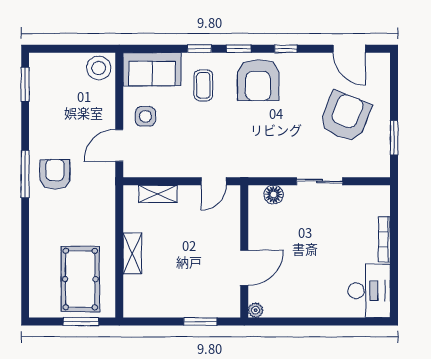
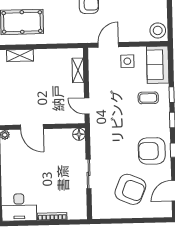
armchair: (258, 80) -> (152, 151), moved
window: (394, 138) -> (118, 221), removed
door: (119, 145) -> (108, 45), hinge flipped
floor lamp: (274, 195) -> (79, 134), moved
shelving: (132, 253) -> (20, 55), moved

